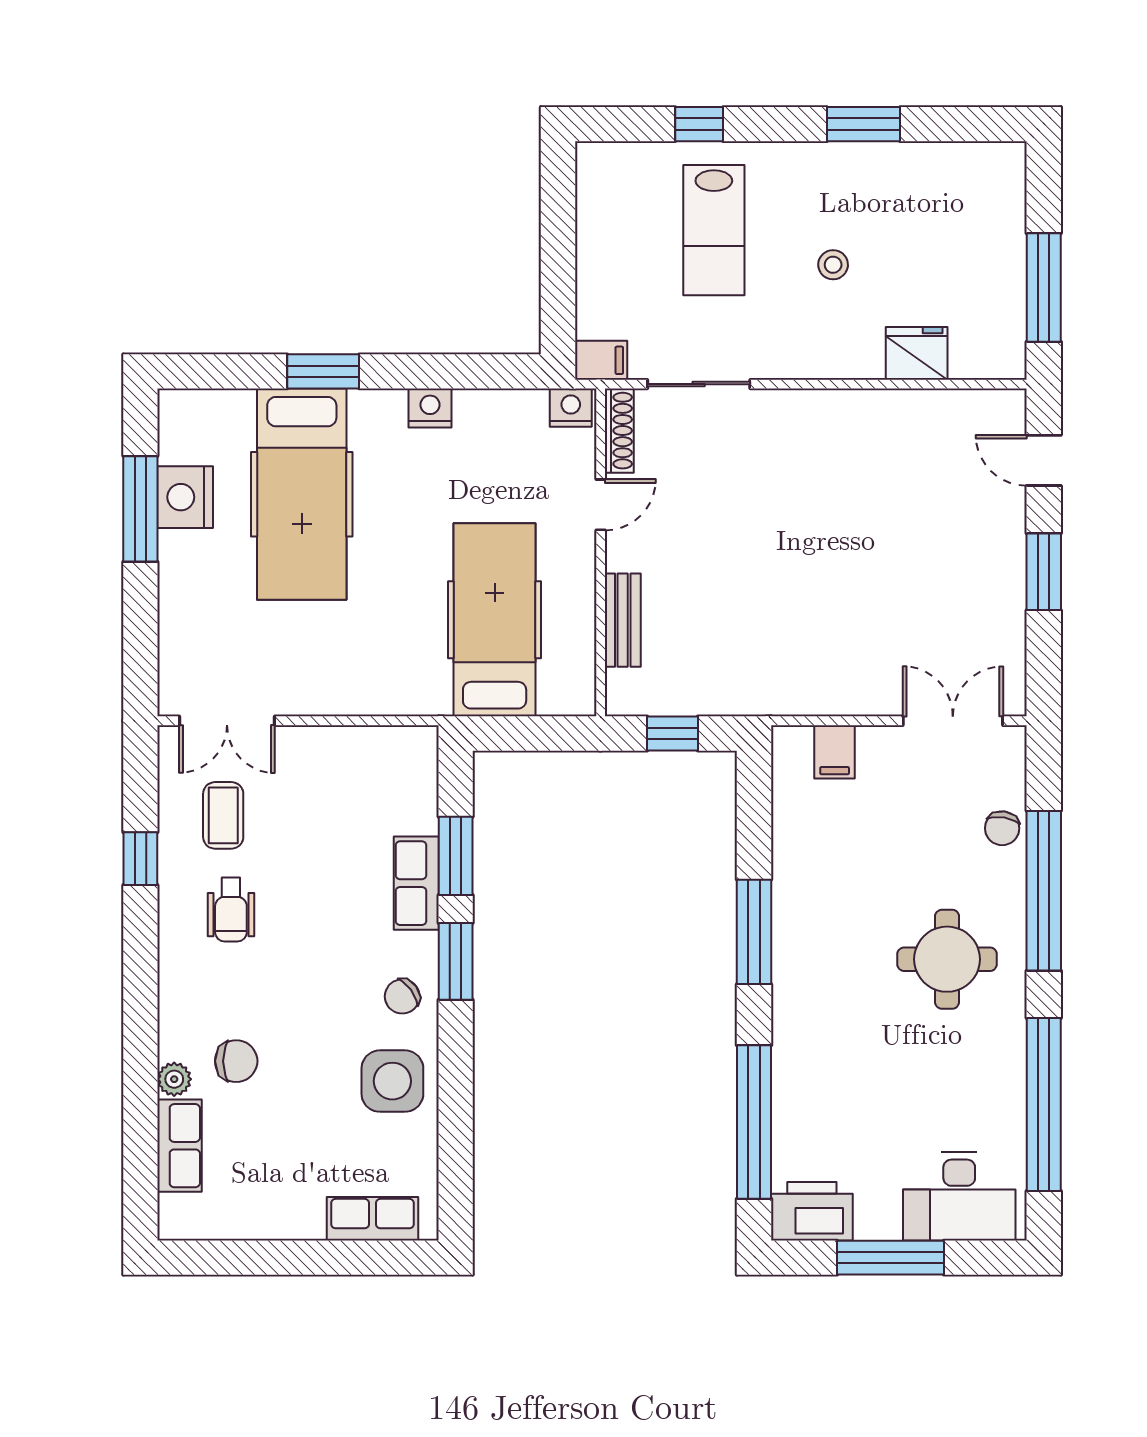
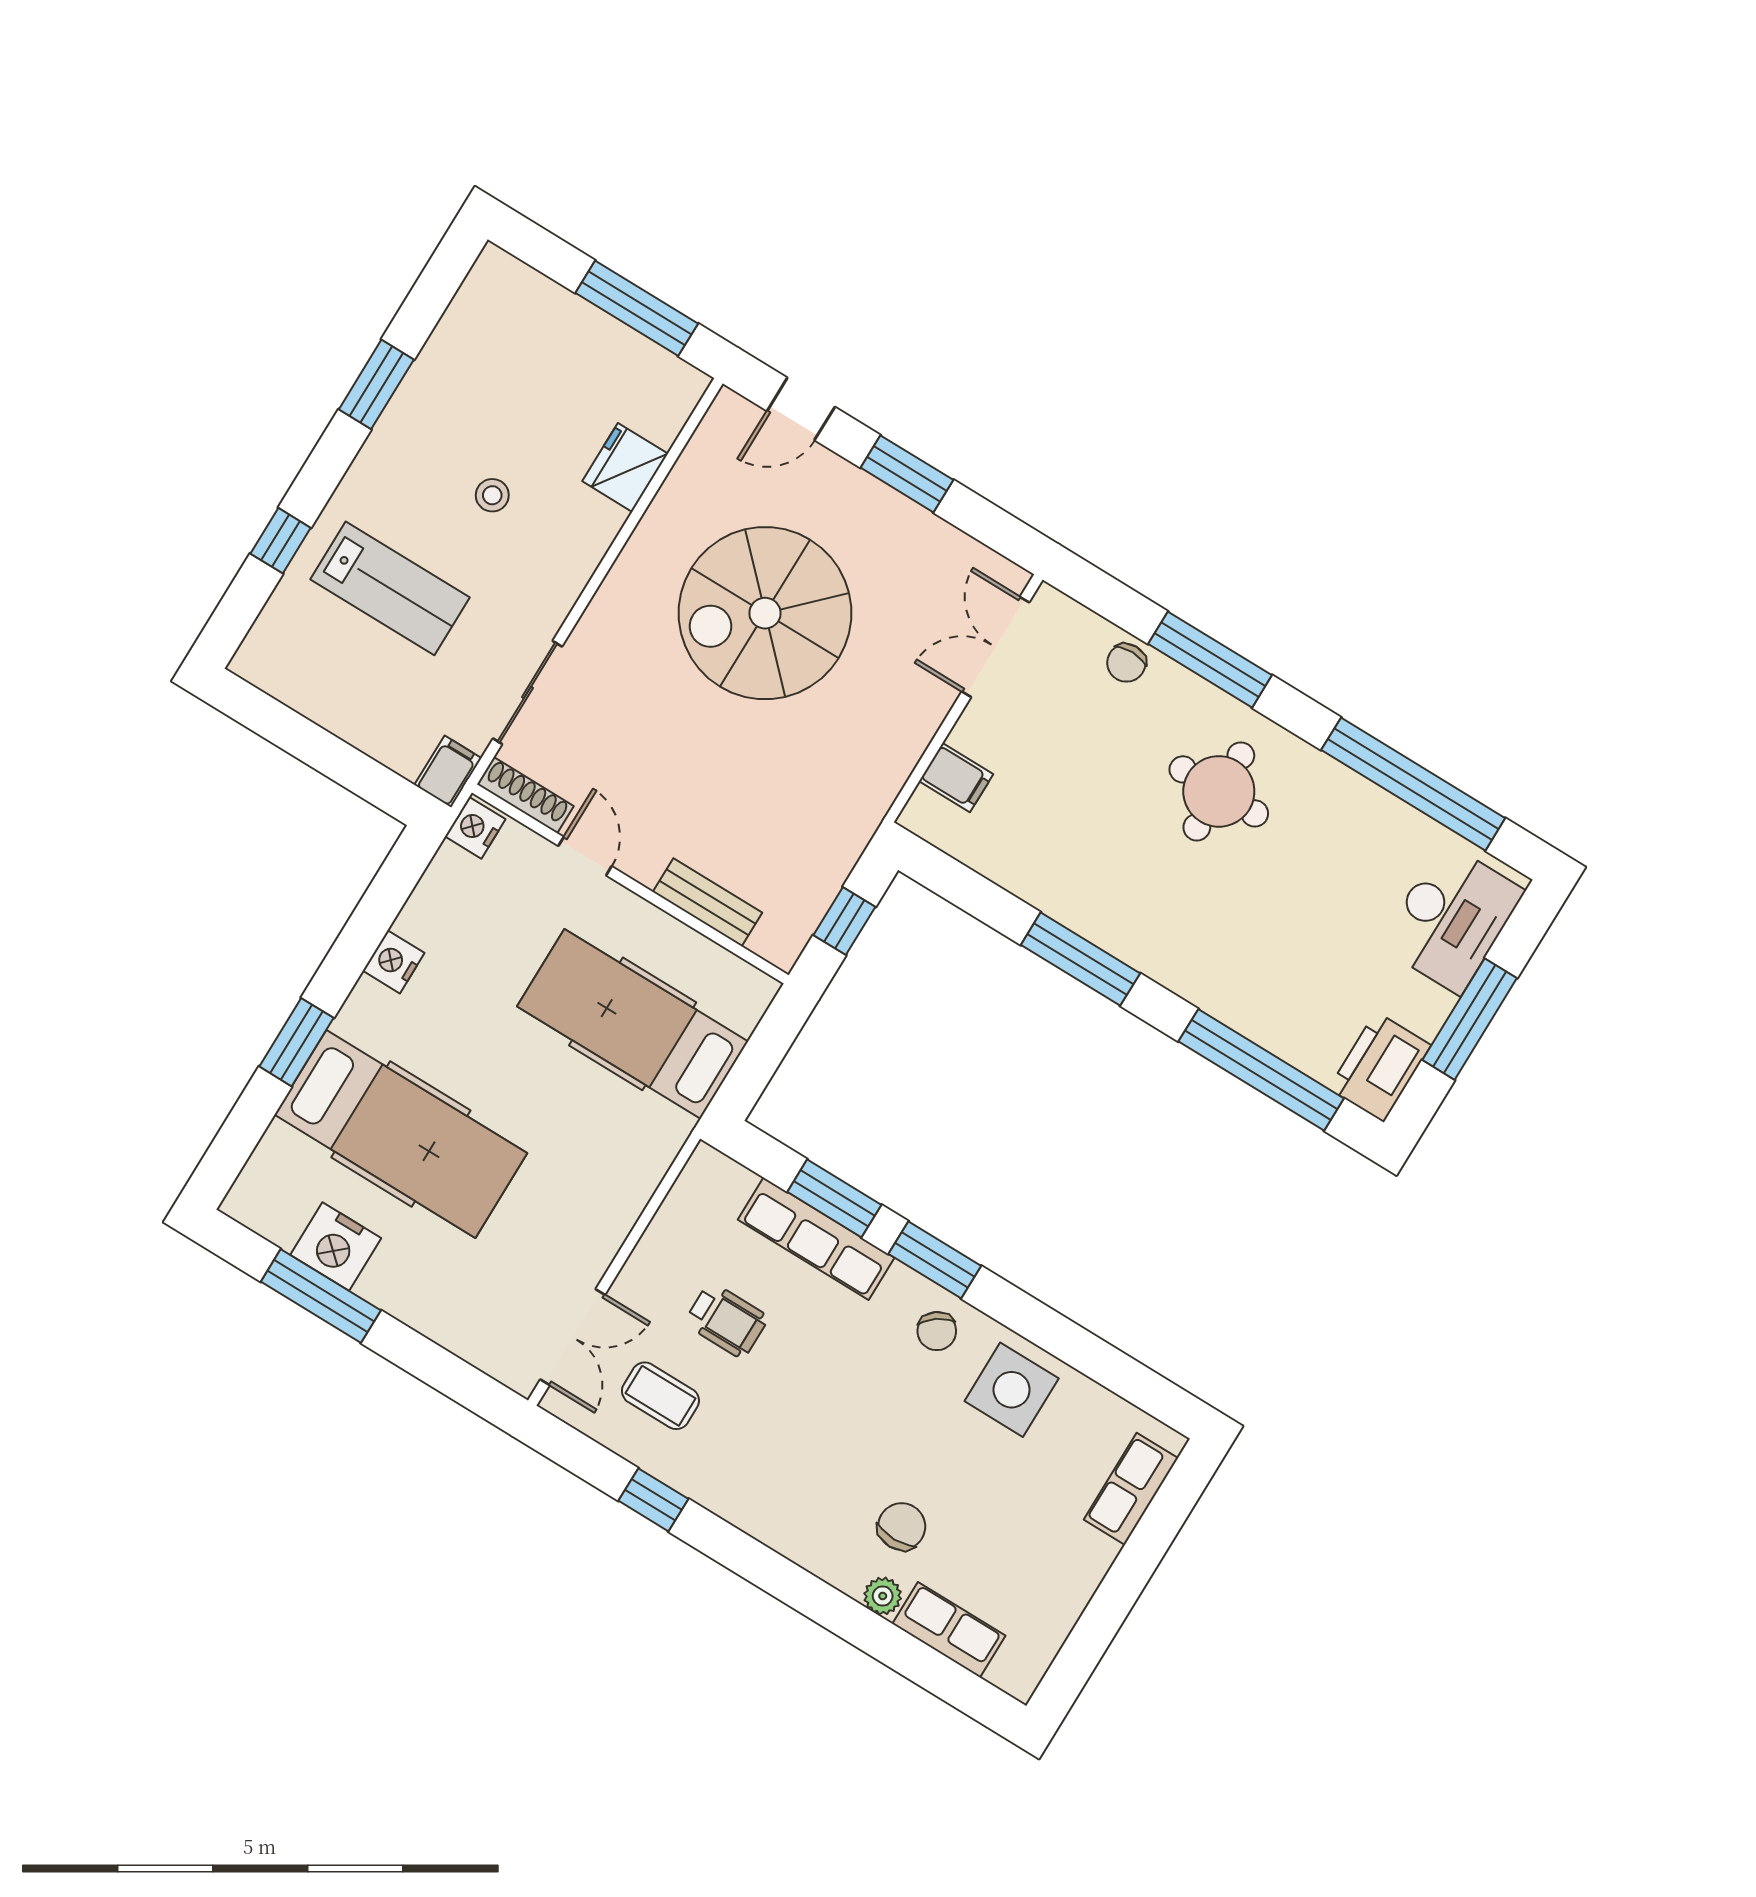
spiral stairs: (871, 529) -> (765, 613), added
chair: (1002, 828) -> (1126, 663), turned 81
row of seats: (416, 883) -> (816, 1239), width x1.48
window: (1044, 891) -> (1210, 660), width x0.68
wheelchair: (231, 910) -> (726, 1320), moved

